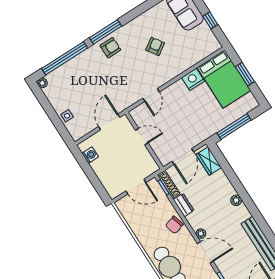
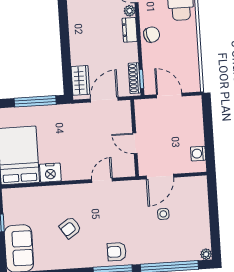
side table: (67, 116) -> (163, 214), moved
plant: (236, 200) -> (75, 25), removed
dresser: (184, 205) -> (130, 30), moved

